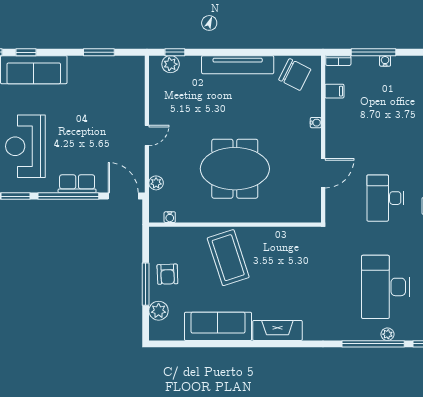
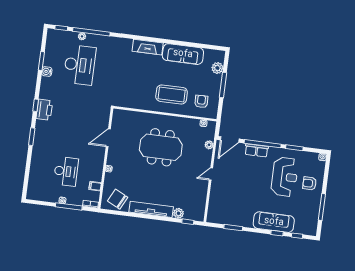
plant: (171, 64) -> (179, 213), moved
door: (123, 196) -> (230, 139), hinge flipped
desk: (385, 198) -> (66, 171), moved
coffee table: (228, 258) -> (172, 94), turned -72
armchair: (167, 274) -> (201, 101), moved

